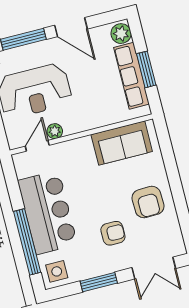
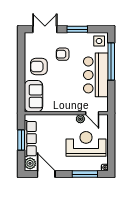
door: (71, 27) -> (46, 174), moved
sofa: (122, 143) -> (33, 96), moved, turned 90
door: (37, 146) -> (92, 113), hinge flipped
armchair: (148, 202) -> (39, 66), turned -89

